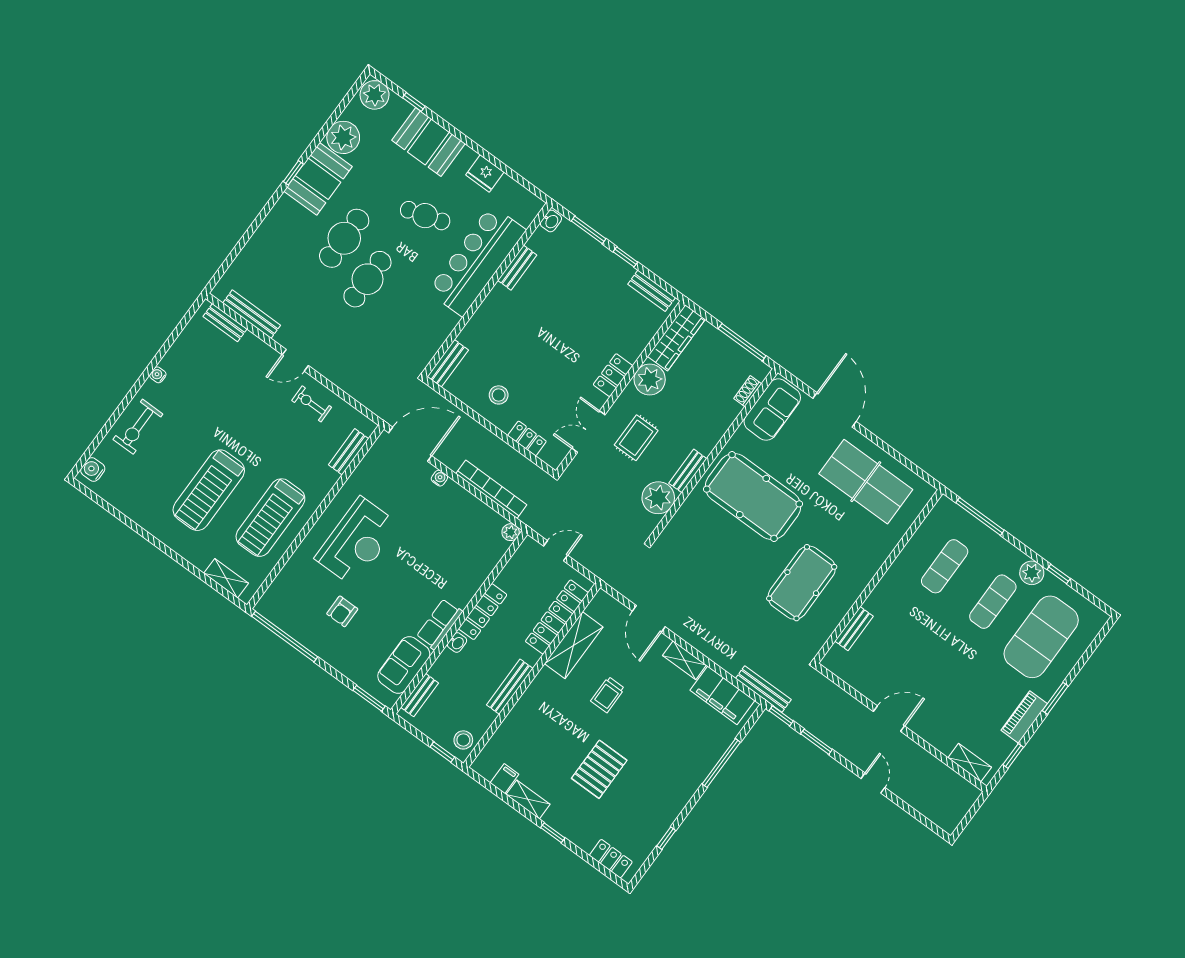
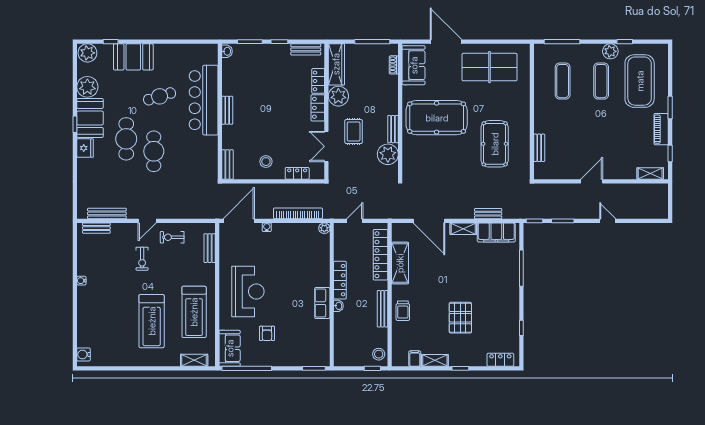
fridge: (485, 173) -> (85, 148), moved, turned -90
bench: (517, 268) -> (227, 110), moved
locker: (638, 342) -> (318, 81), added
exercise bike: (138, 427) -> (142, 259), moved, width x0.73, depth x0.72
door: (649, 619) -> (429, 221), width x1.36
sofa: (404, 665) -> (230, 348), moved, turned 180
bench: (763, 689) -> (488, 214), moved, width x0.73
bench: (420, 695) -> (339, 347), removed
trolley: (608, 695) -> (403, 311), moved

